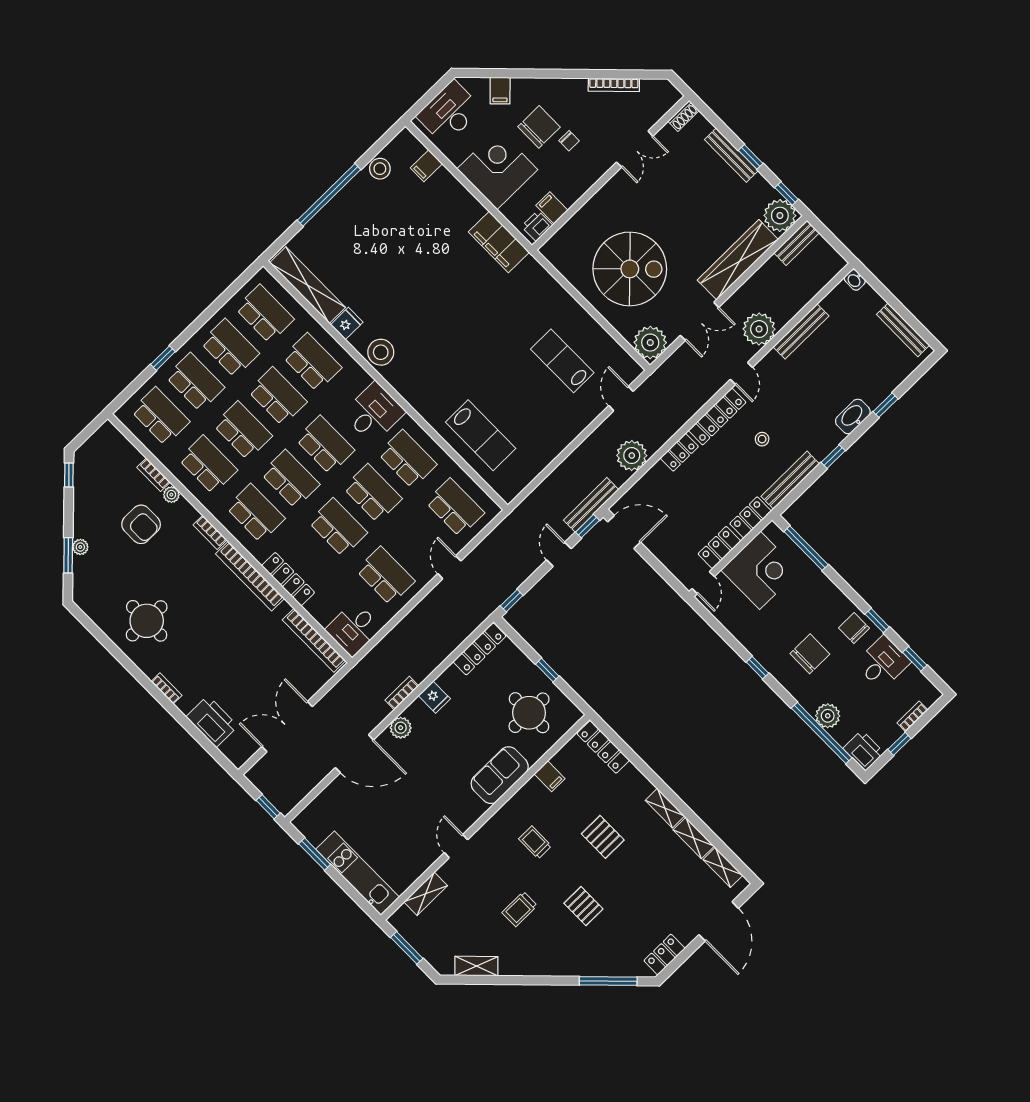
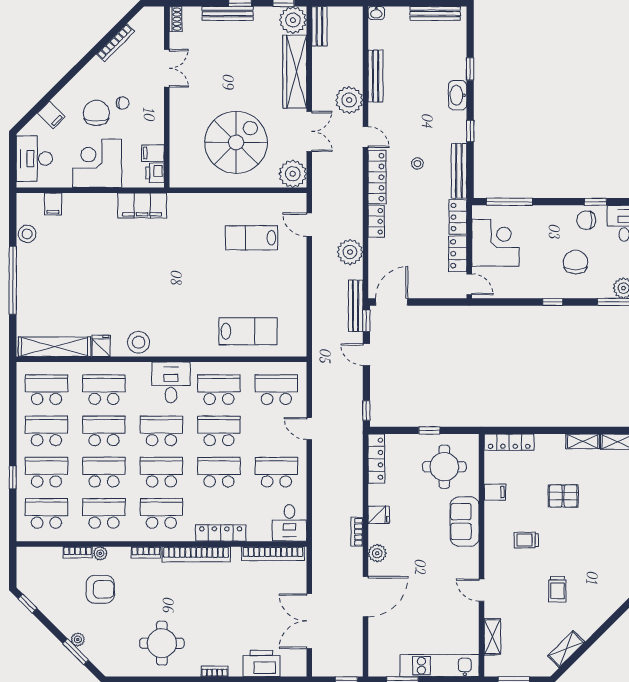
pallet: (583, 906) -> (593, 549), removed

